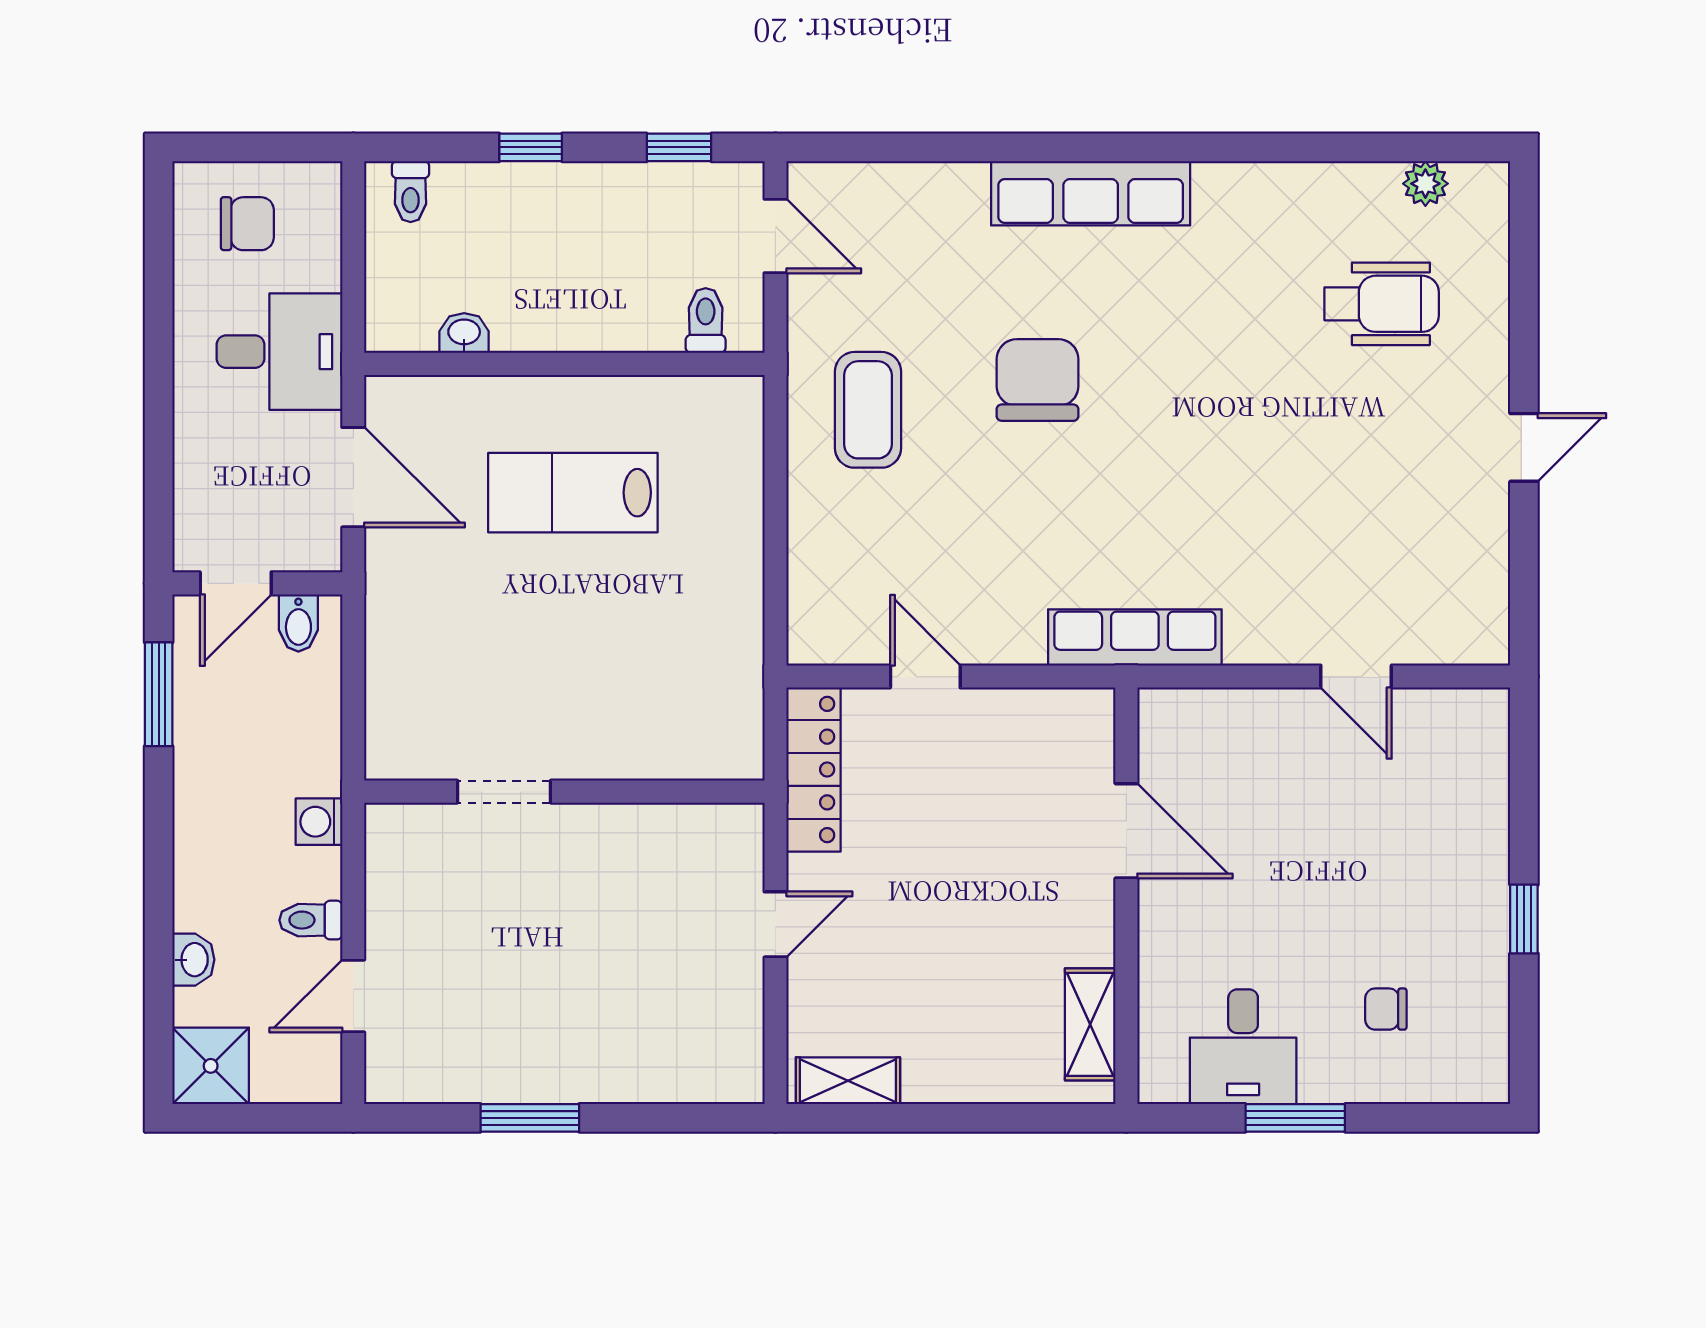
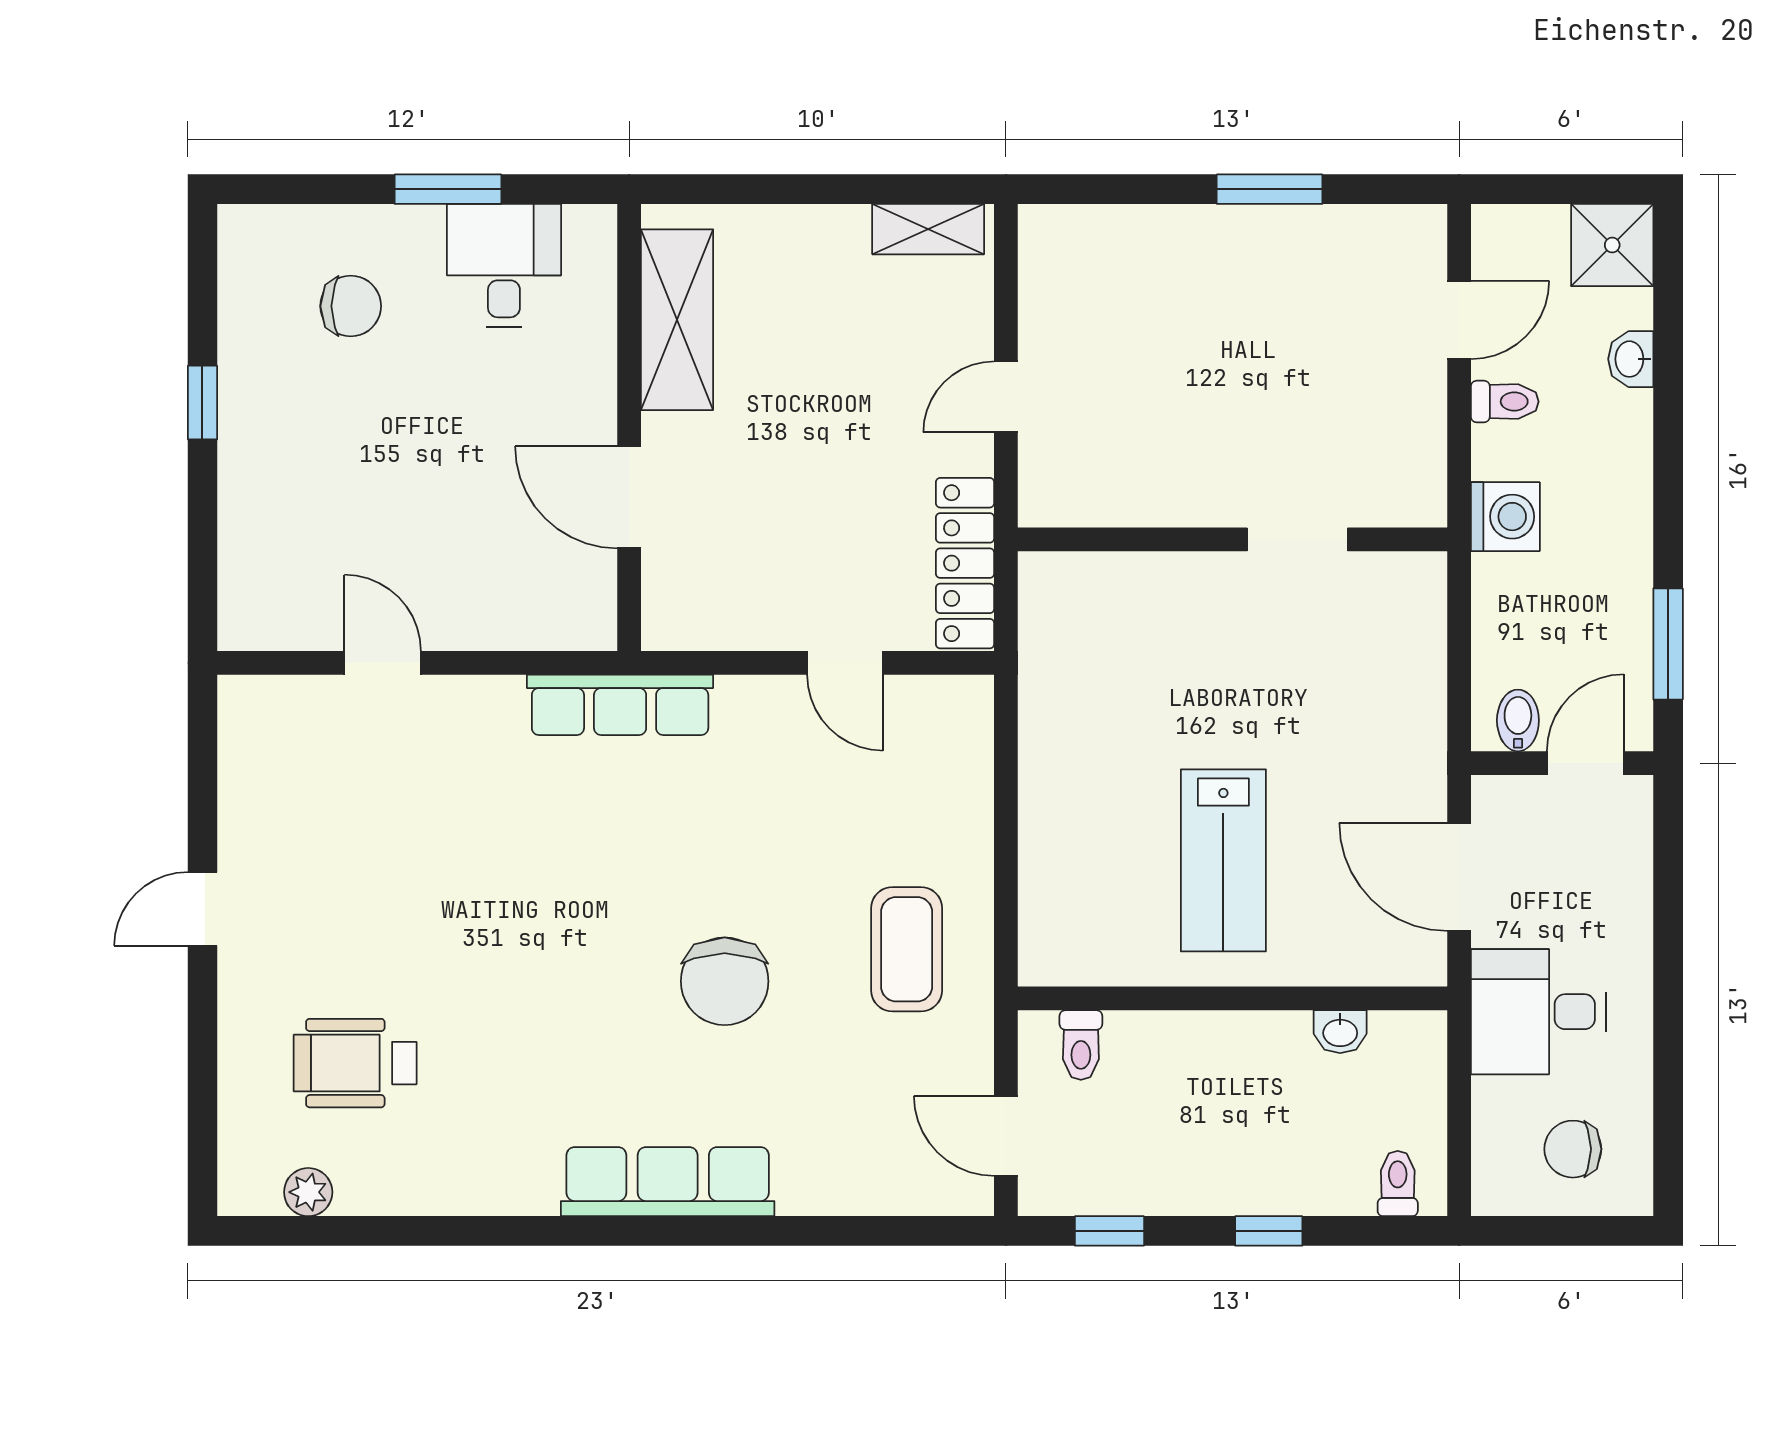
lab bench: (573, 493) -> (1223, 860), turned 90
washing machine: (319, 822) -> (1505, 517), width x1.38, depth x1.38
chair: (1386, 1009) -> (351, 306), width x1.37, depth x1.37
shelving: (1090, 1024) -> (677, 320), width x1.50, depth x1.33

